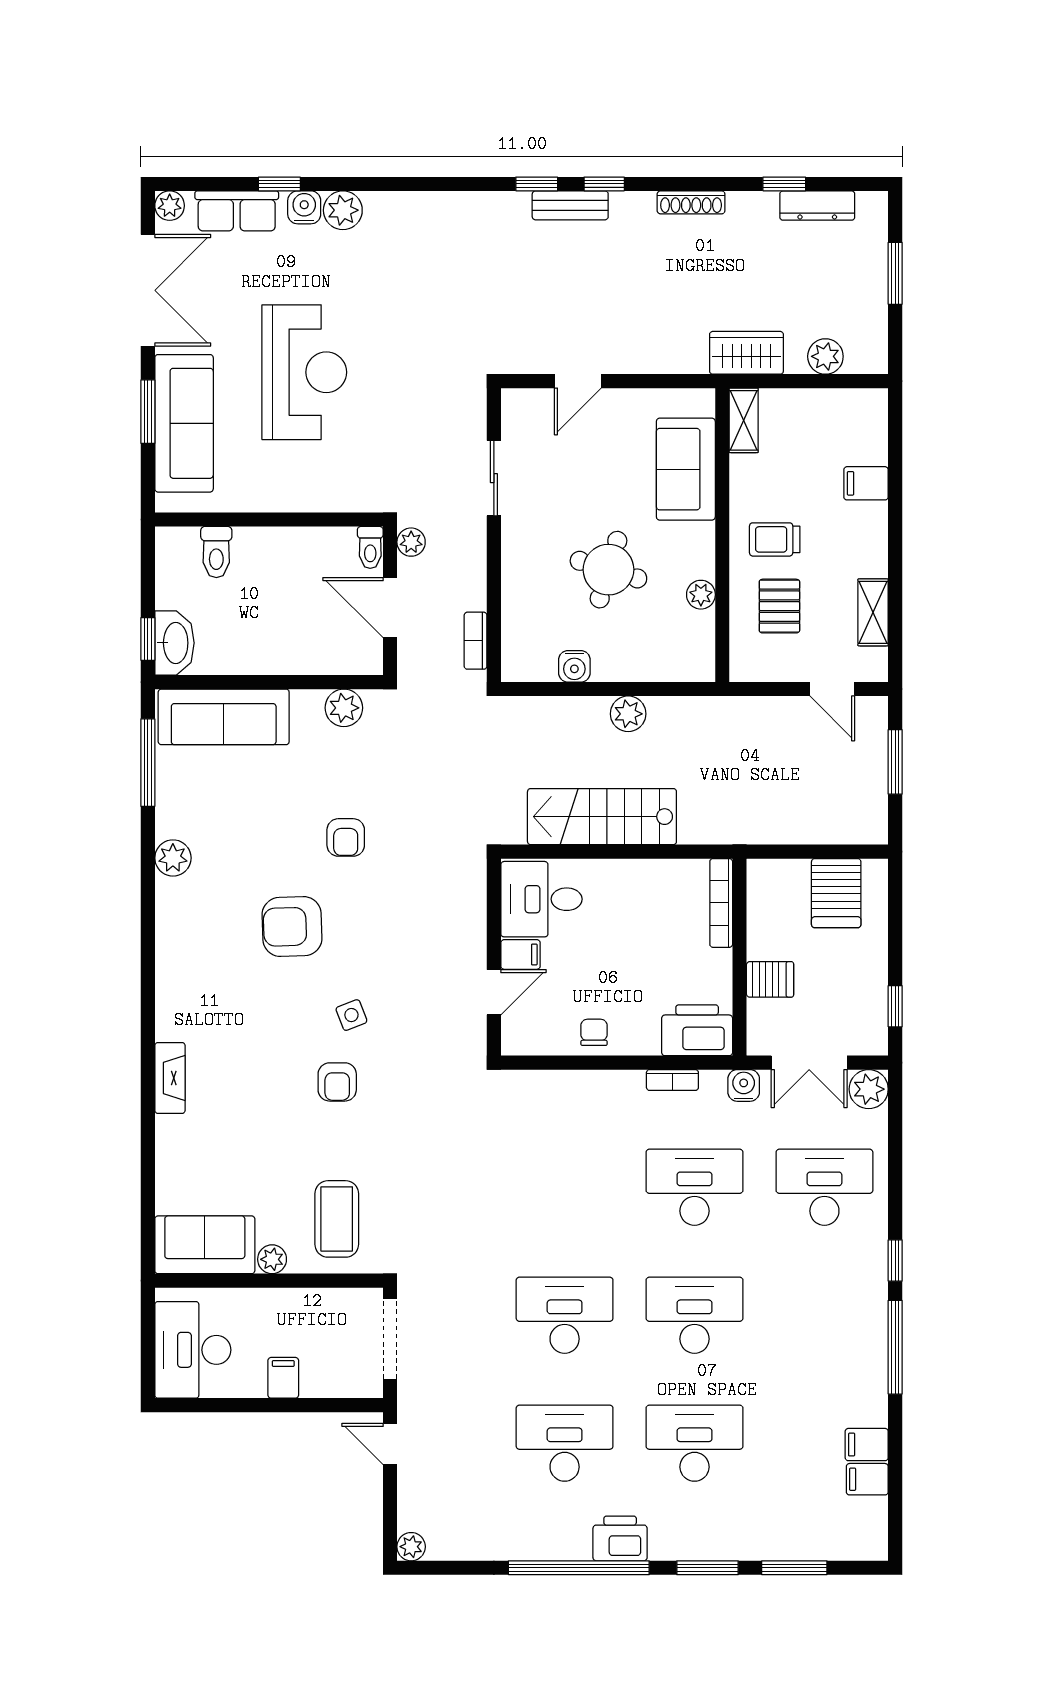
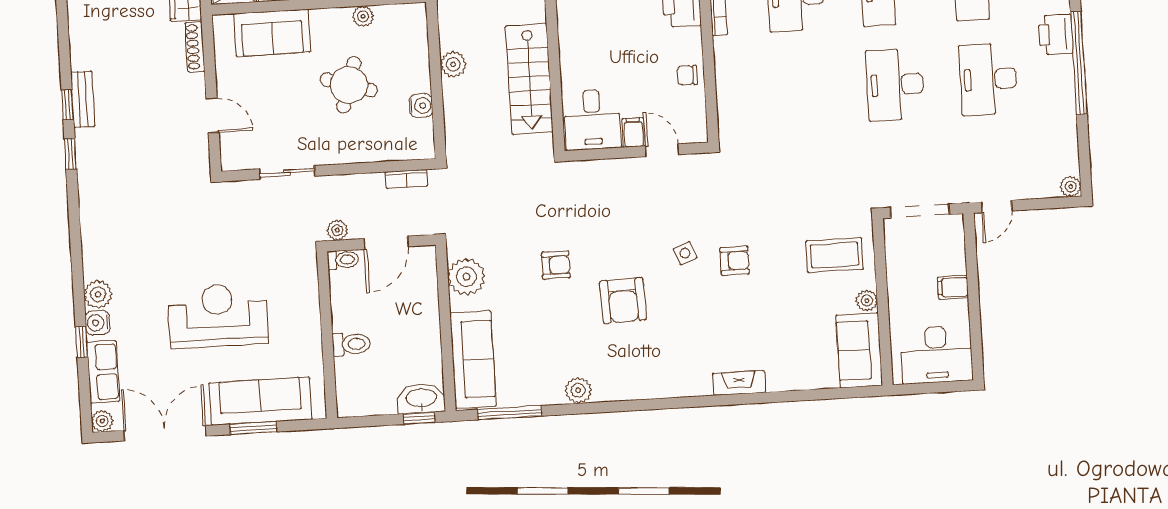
shoe rack: (691, 202) -> (195, 47), moved, turned 180
bench: (570, 205) -> (83, 99), moved
toilet: (216, 552) -> (351, 344), moved
plant: (344, 708) -> (466, 277), width x1.36, depth x1.36

